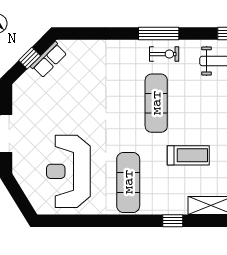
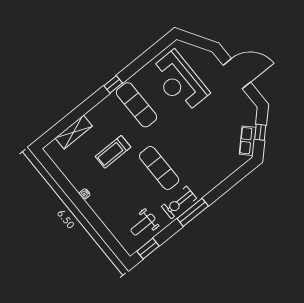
exercise bike: (164, 54) -> (179, 202), width x1.38, depth x1.39
reception desk: (68, 171) -> (179, 82), turned 180
window: (173, 221) -> (113, 84), moved

